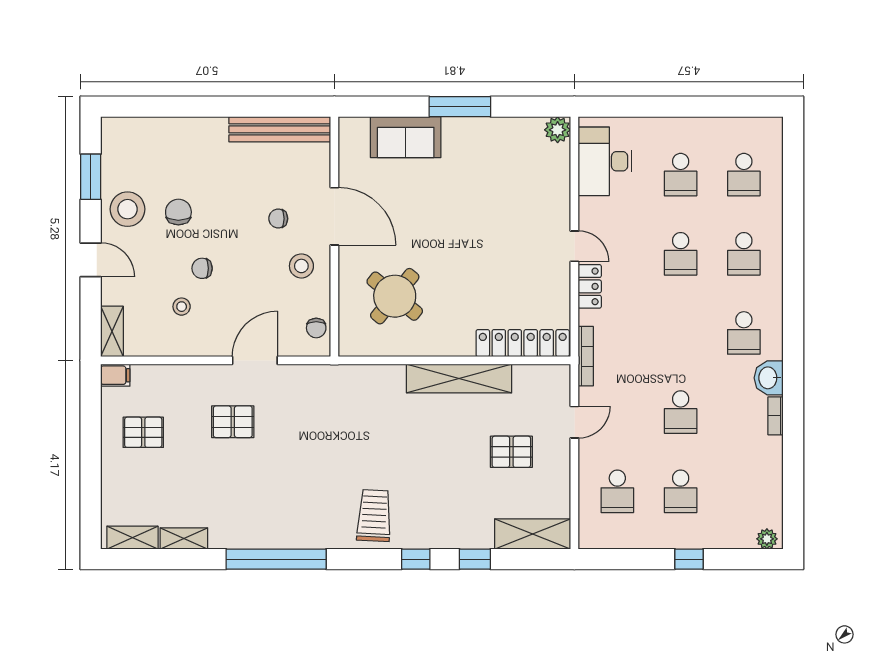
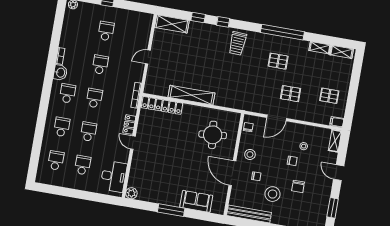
stool: (128, 209) -> (273, 194), moved
round table: (395, 296) -> (213, 135), turned 45
door: (574, 422) -> (148, 57), moved
pallet: (511, 452) -> (278, 61), moved
school desk: (617, 491) -> (94, 98), moved

